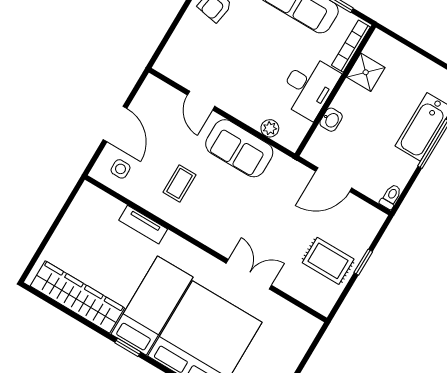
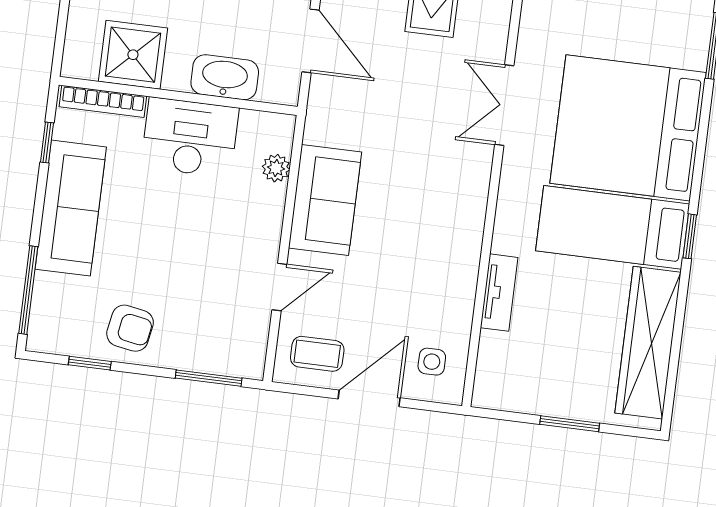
window: (167, 37) -> (209, 378), added
shower: (366, 72) -> (133, 55), width x1.36, depth x1.36
washbasin: (331, 120) -> (225, 77), width x1.91, depth x1.45
coffee table: (179, 183) -> (317, 354), moved
window: (51, 232) -> (570, 424), added

